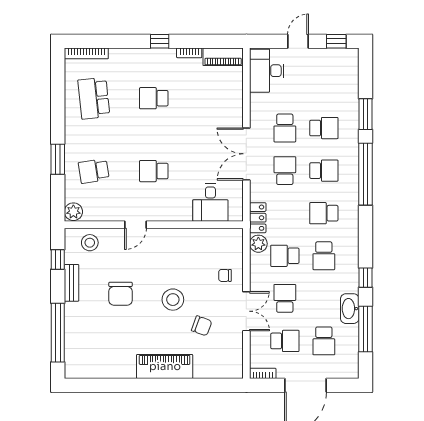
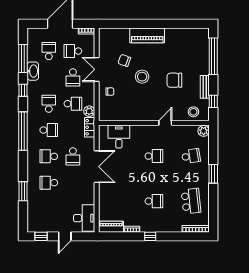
school desk: (285, 128) -> (73, 183), removed
window: (58, 159) -> (213, 174), moved
window: (366, 174) -> (23, 131), moved
chair: (121, 294) -> (174, 80), turned -90

